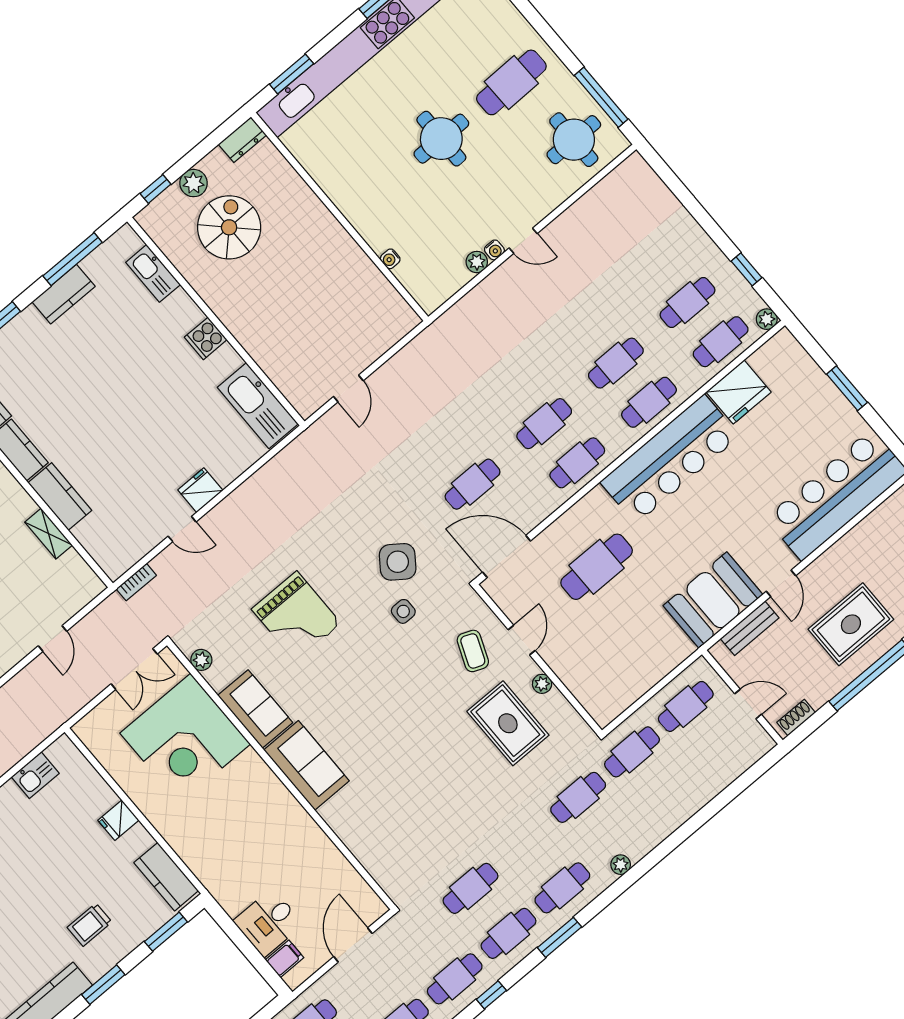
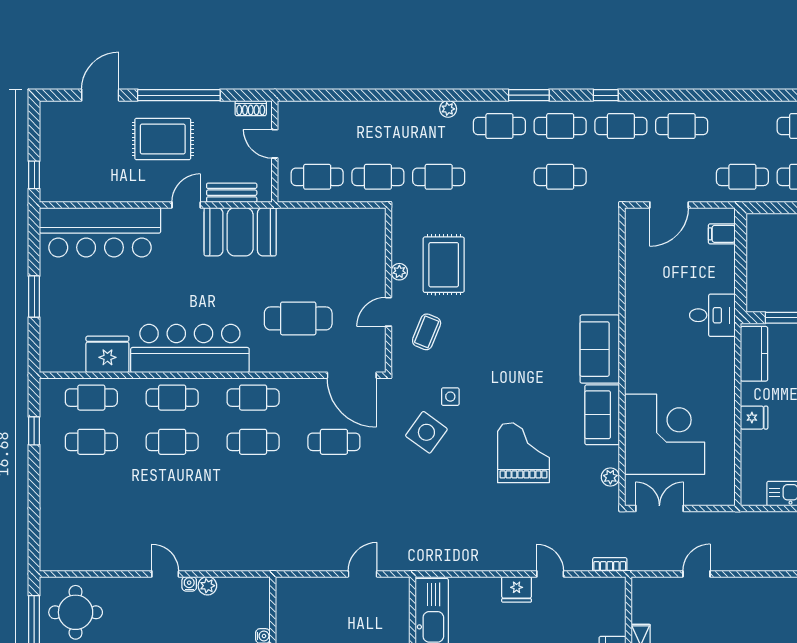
plant: (767, 319) -> (48, 387), removed
desk: (268, 923) -> (712, 315), moved

